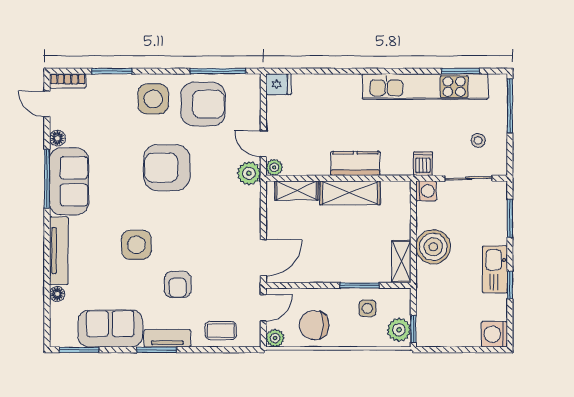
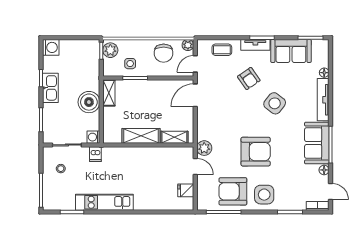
fridge: (279, 84) -> (186, 190), moved
kitchen unit: (425, 87) -> (104, 202), width x0.73
kitchen counter: (355, 163) -> (138, 154), removed
plant: (274, 167) -> (188, 152), removed
side table: (136, 245) -> (275, 103), turned 38
armchair: (178, 284) -> (249, 79), turned 145
chair: (314, 325) -> (164, 53), turned 90

